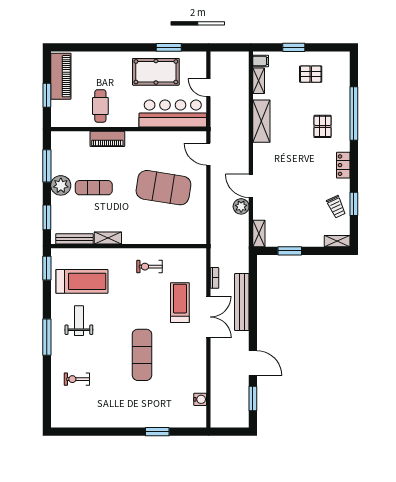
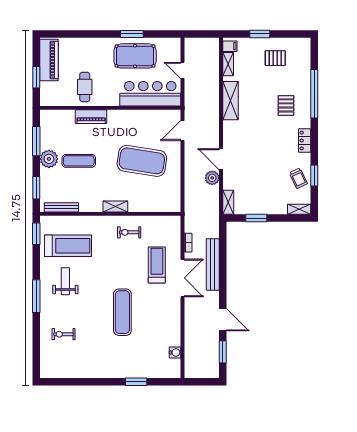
window: (169, 47) -> (132, 34), moved
door: (208, 154) -> (182, 131), hinge flipped
shelving: (108, 238) -> (115, 206), moved

